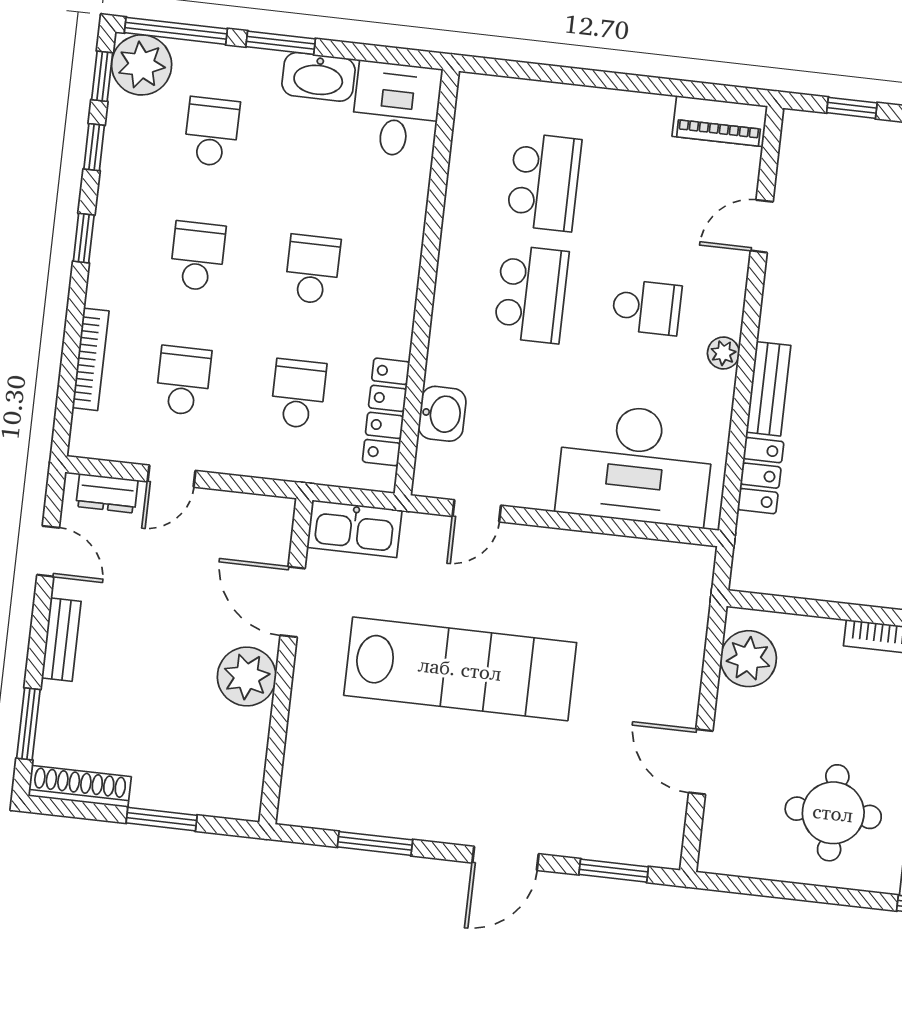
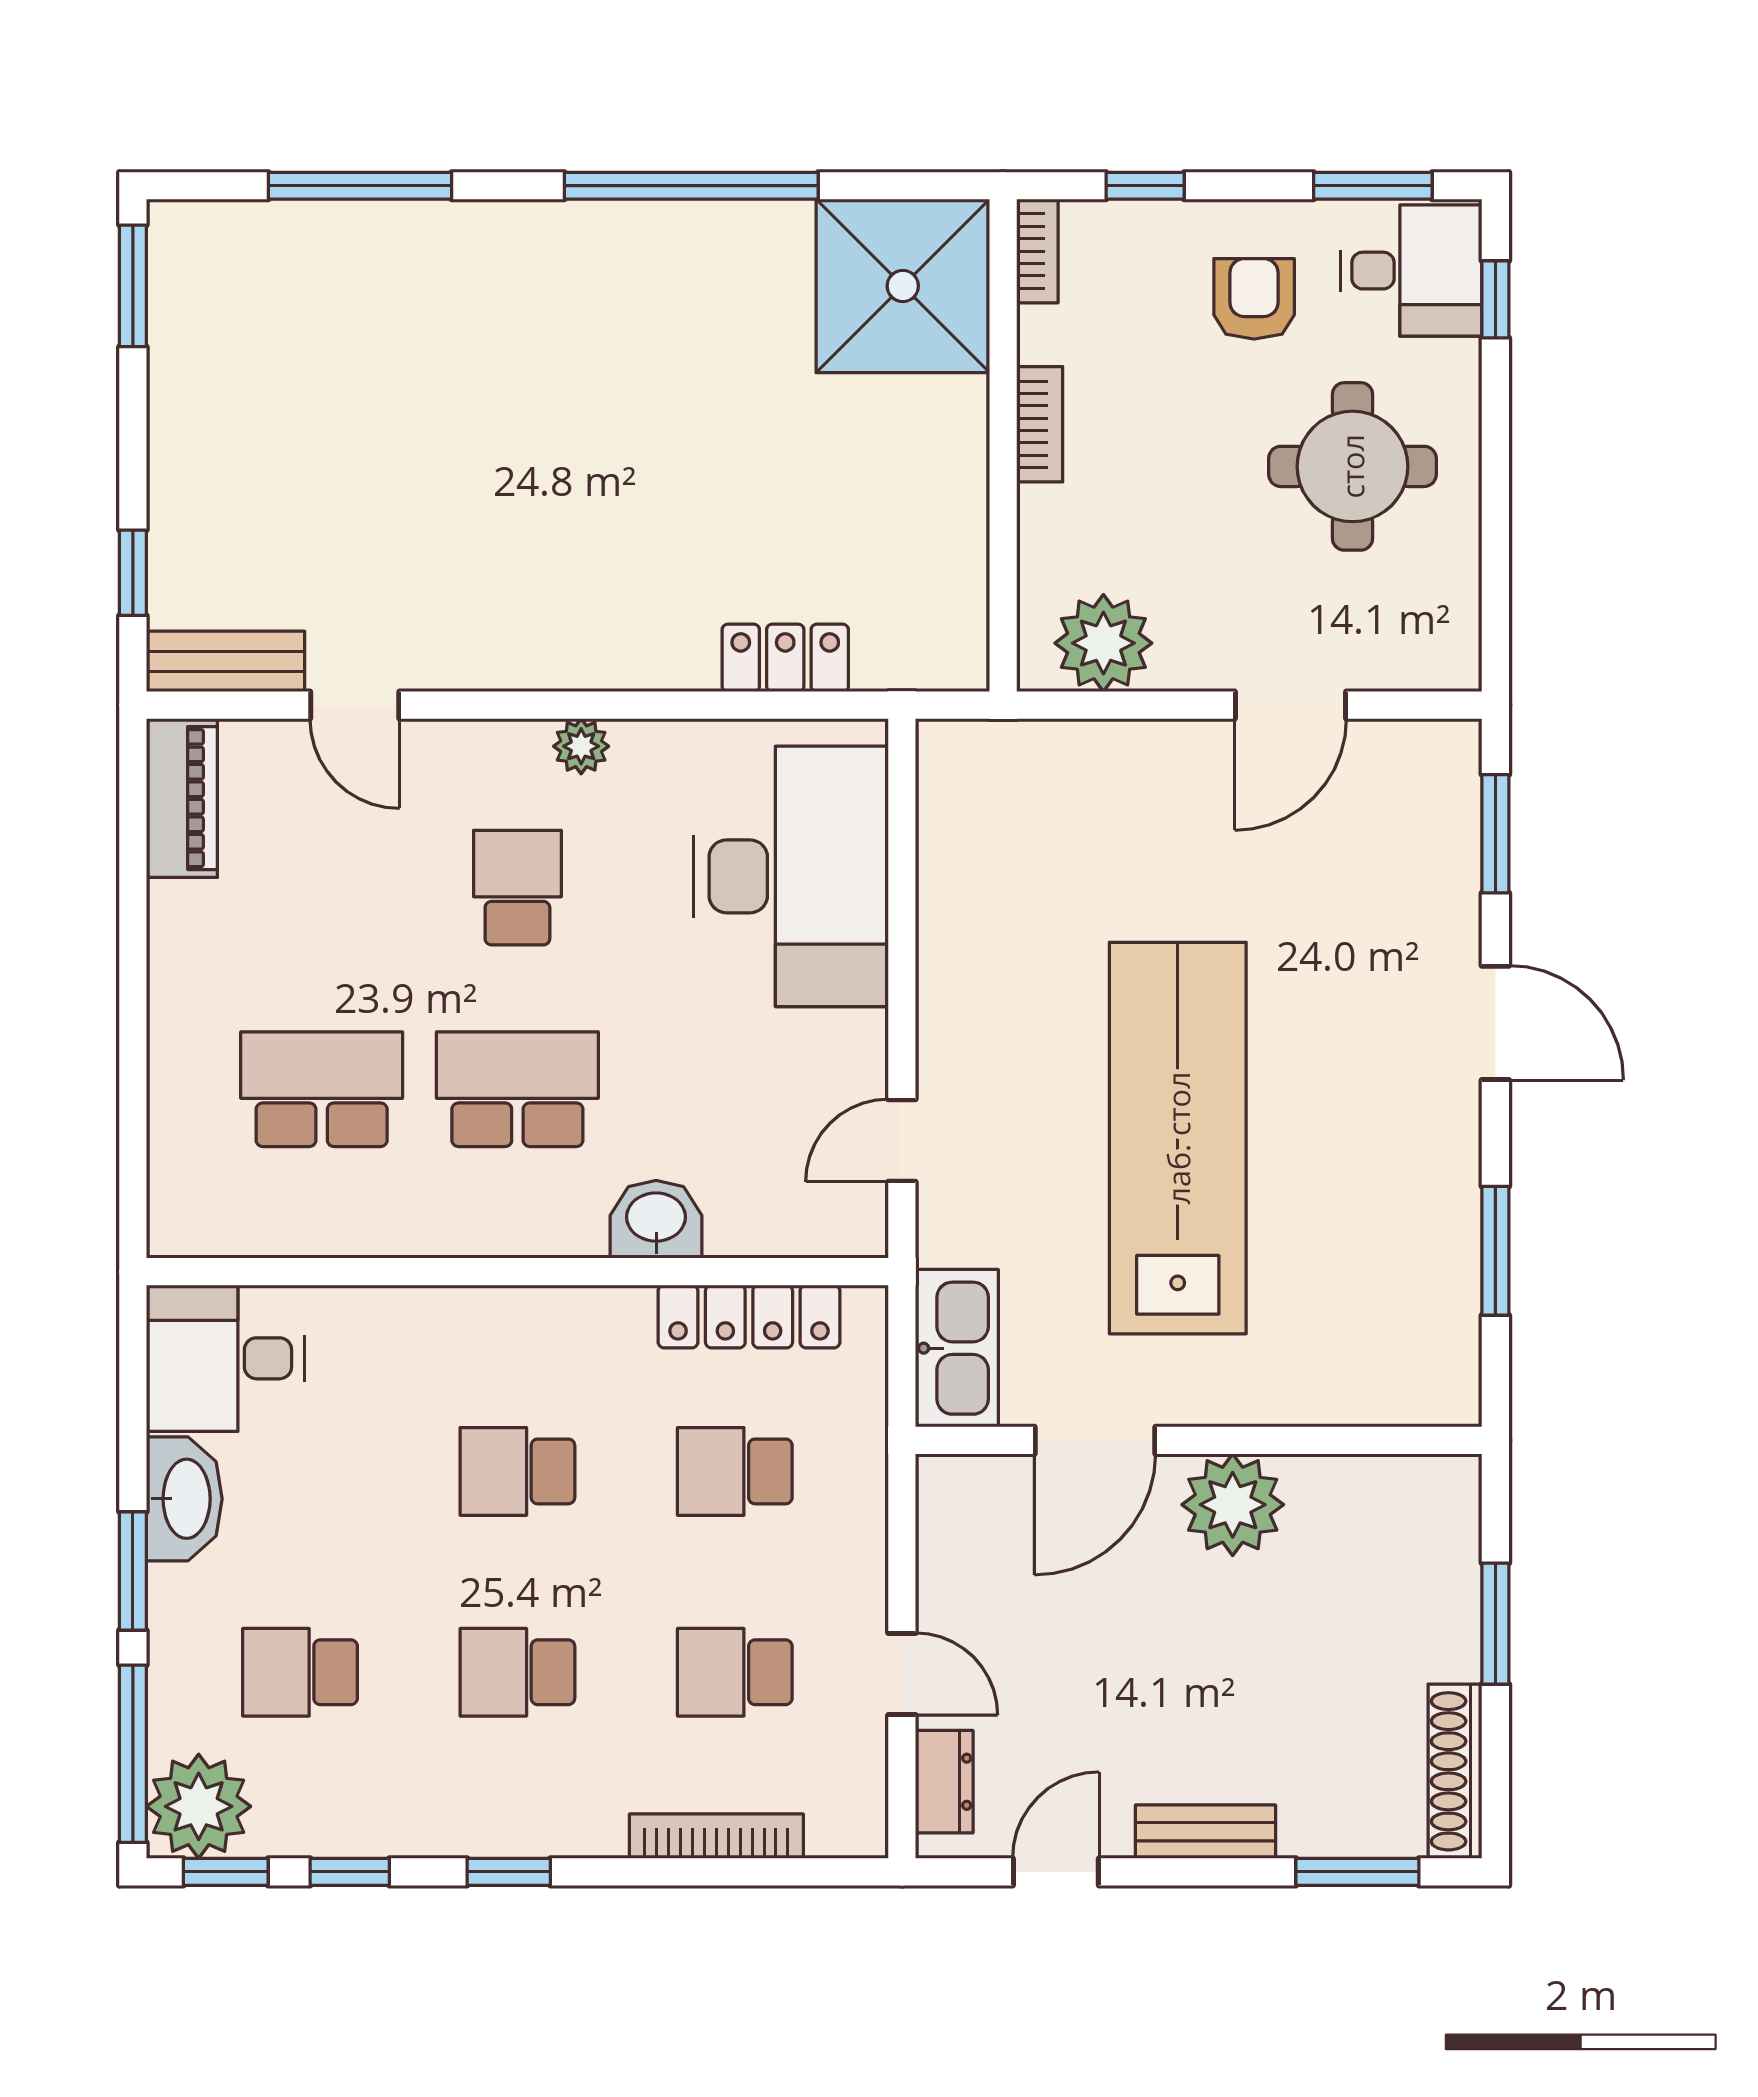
bench: (768, 389) -> (226, 661), moved
washbasin: (442, 414) -> (656, 1219), moved
door: (477, 511) -> (902, 1140), swing flipped

